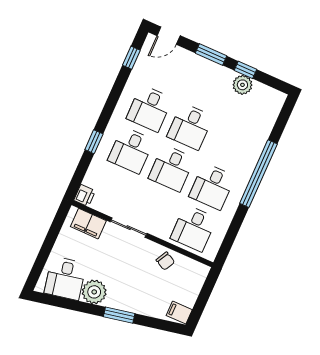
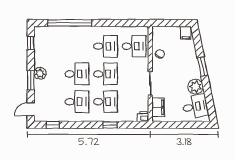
door: (169, 36) -> (31, 109), swing flipped
window: (245, 70) -> (31, 43), moved
plant: (242, 85) -> (40, 73), moved
window: (258, 174) -> (70, 23), moved

